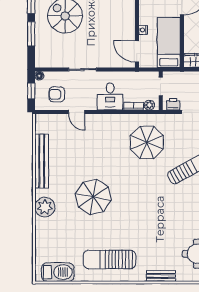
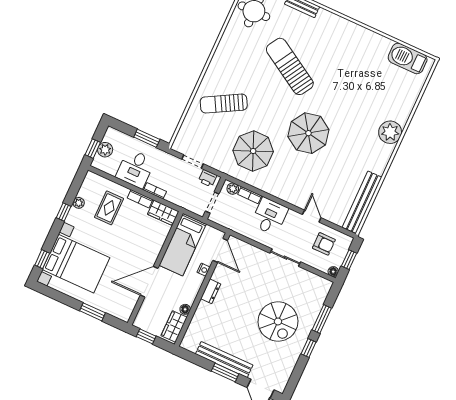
dresser: (130, 15) -> (211, 291), added
bench: (42, 161) -> (362, 202), moved
parasol: (93, 197) -> (308, 133), moved
sun lounger: (109, 259) -> (290, 66), moved, turned -149

